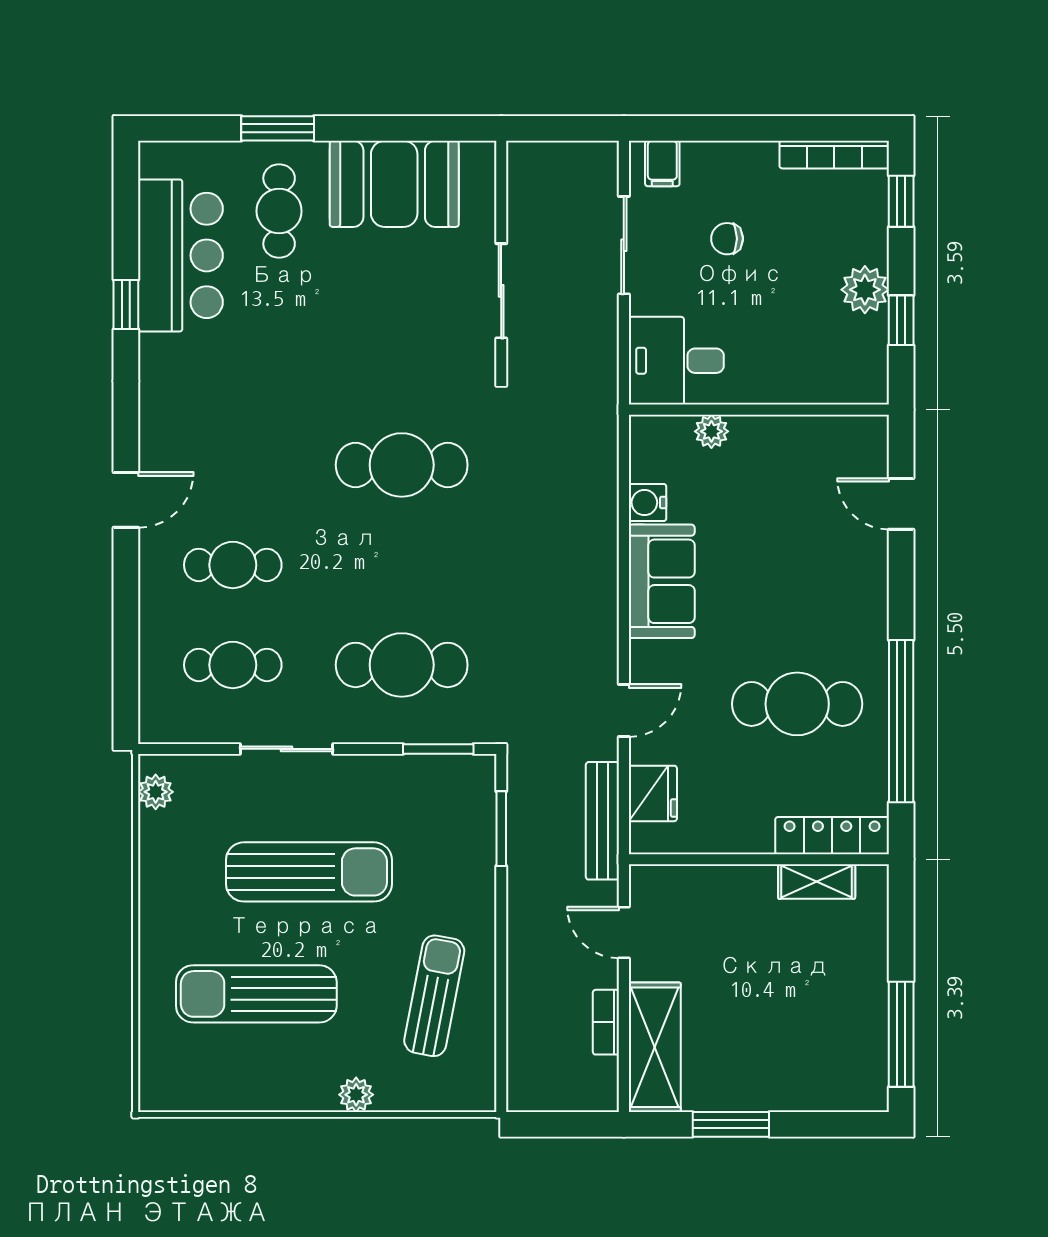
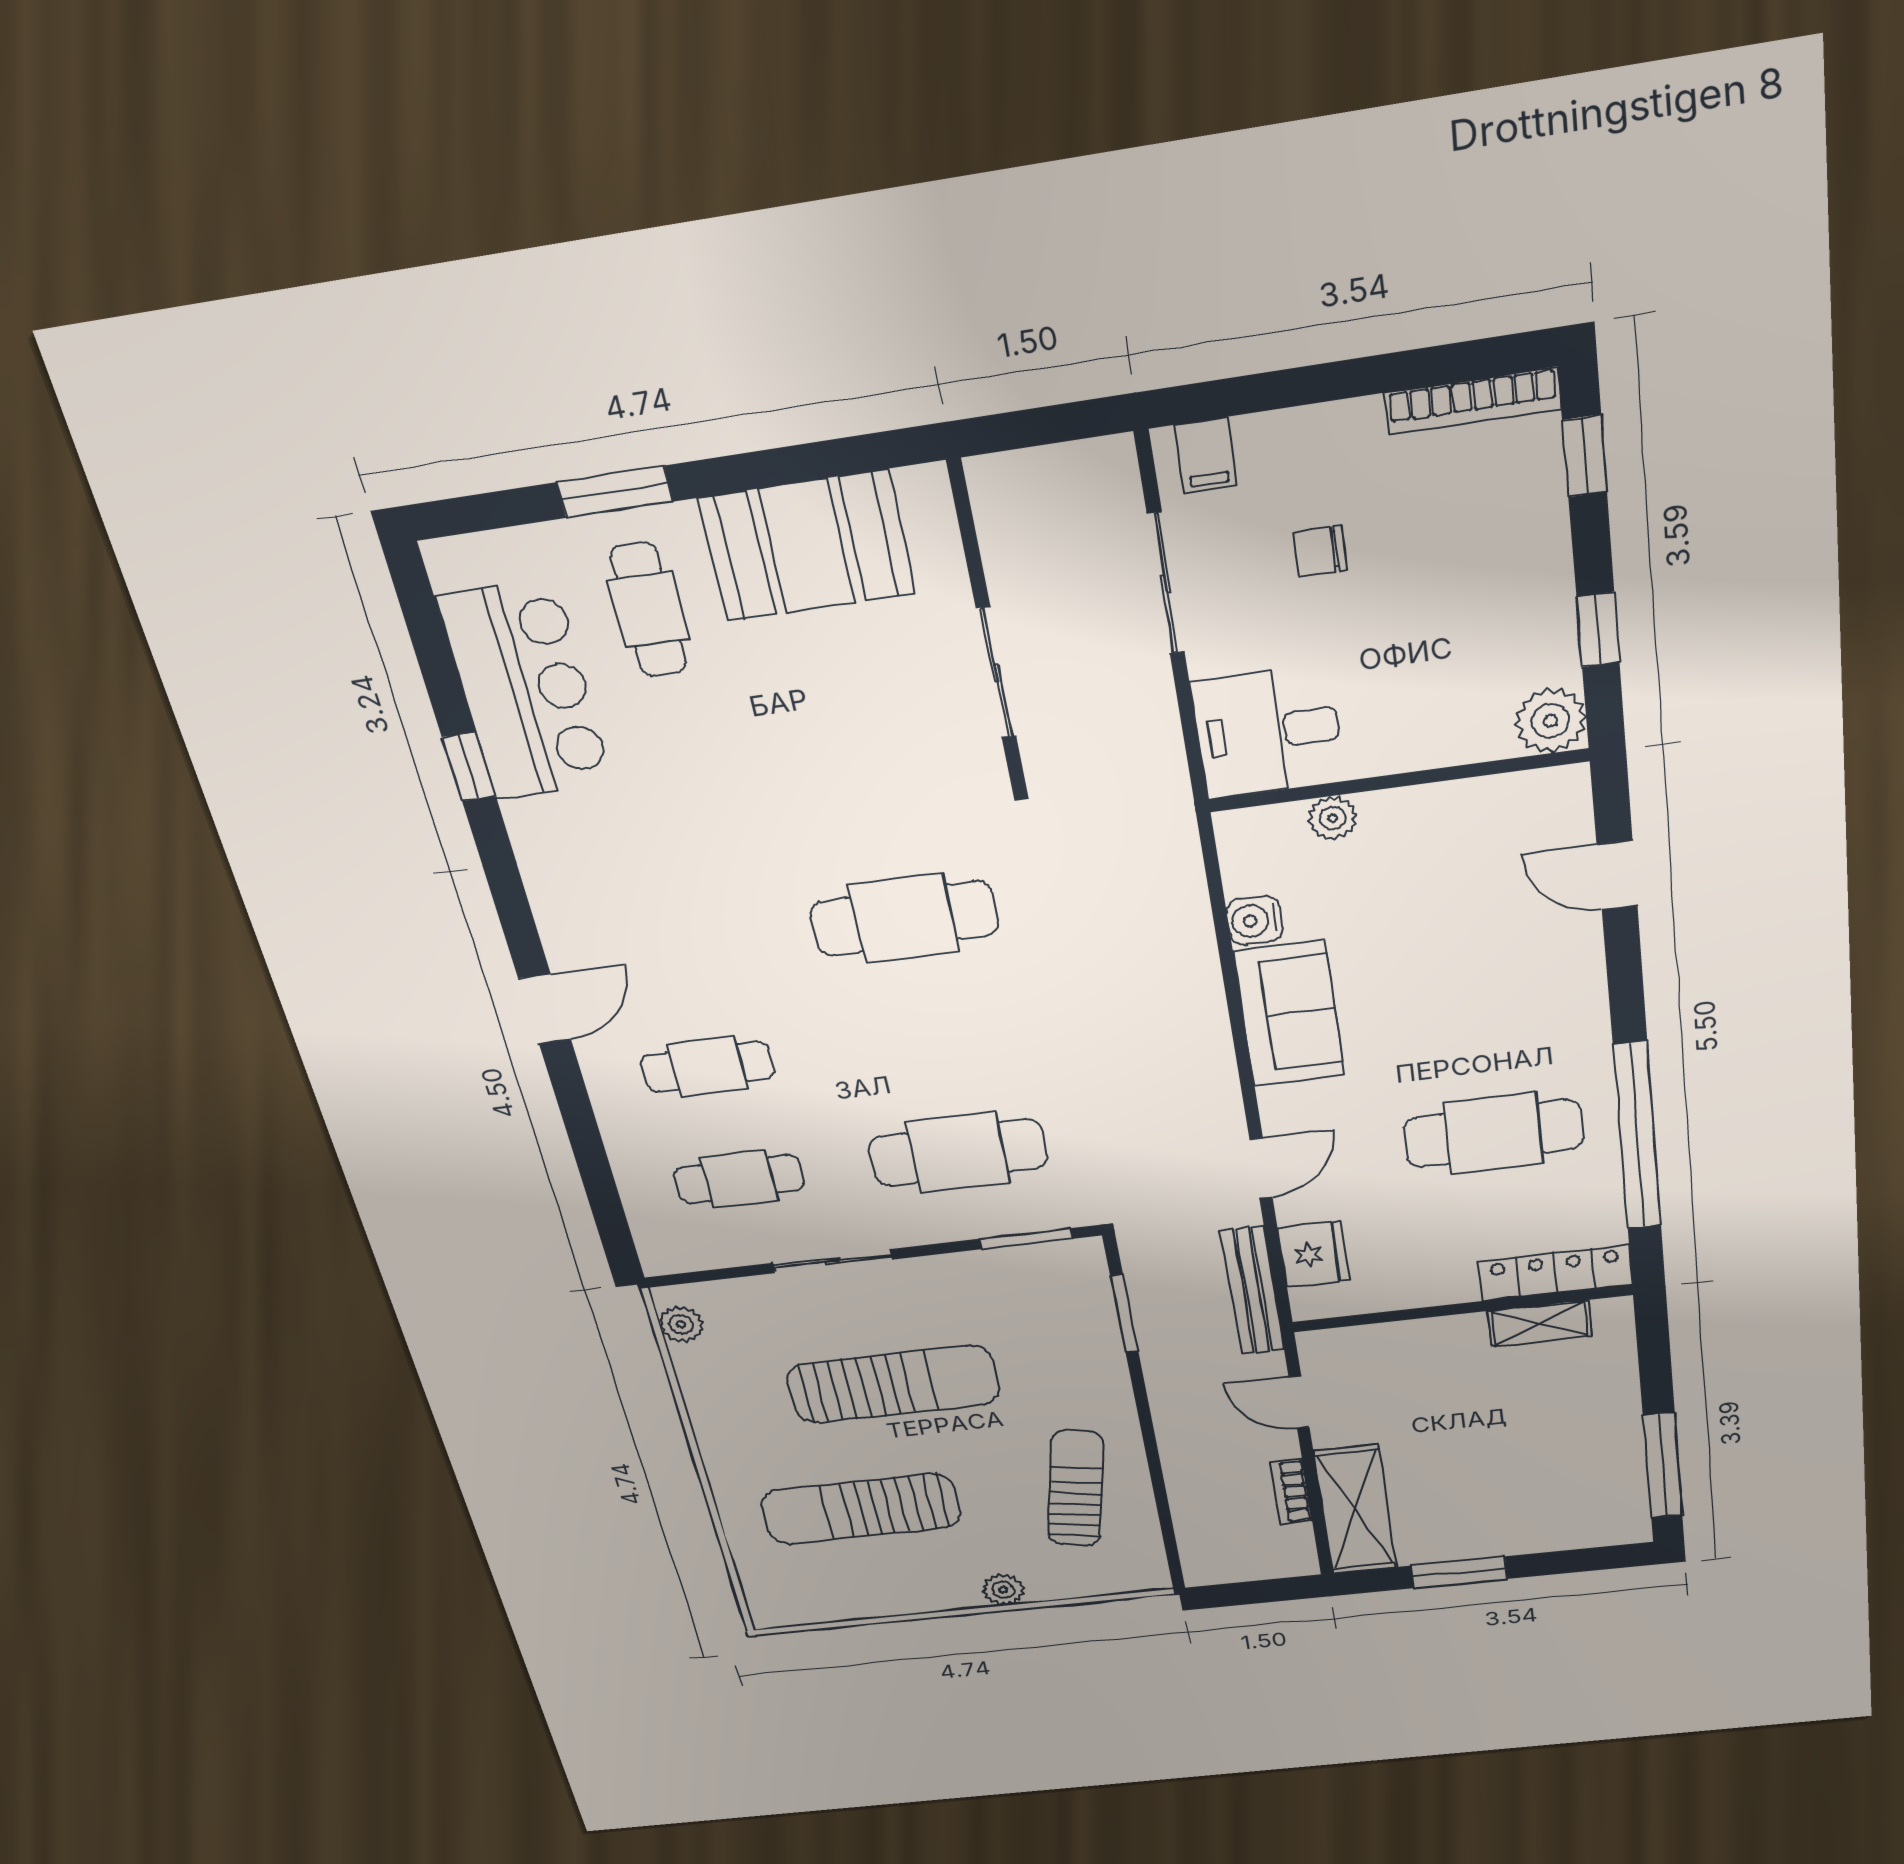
plant: (865, 290) -> (1551, 721), moved

